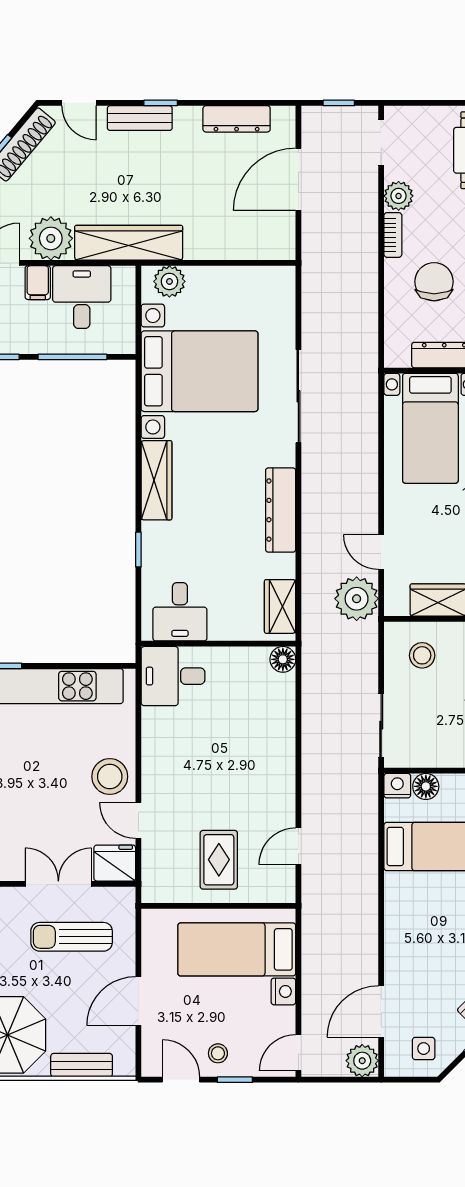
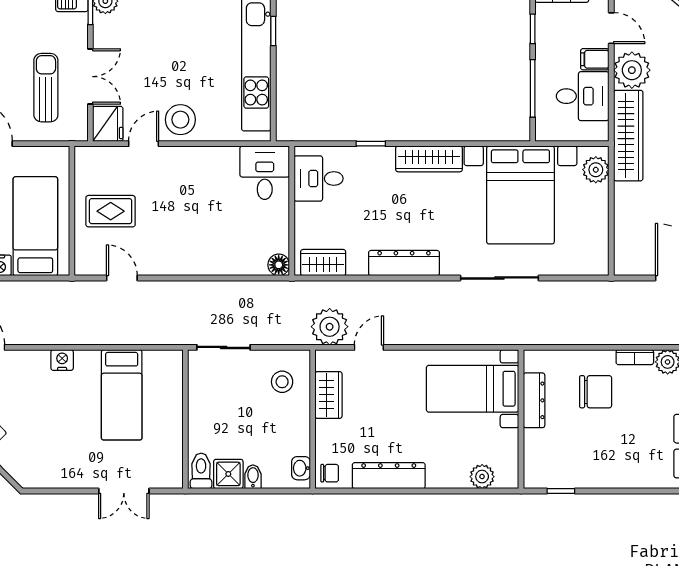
nightstand: (397, 786) -> (62, 360), moved, turned -90
floor lamp: (426, 786) -> (172, 385), removed

